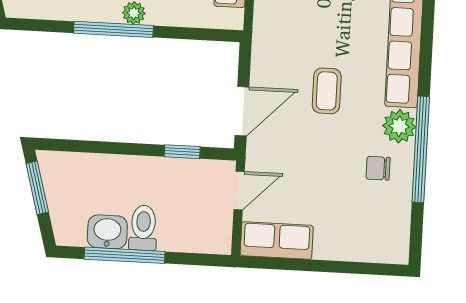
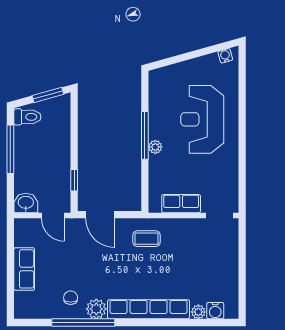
coffee table: (327, 91) -> (146, 239), moved
toilet: (143, 228) -> (27, 117), moved
washbasin: (107, 232) -> (26, 203), moved, turned -90
row of seats: (277, 240) -> (24, 269), moved

